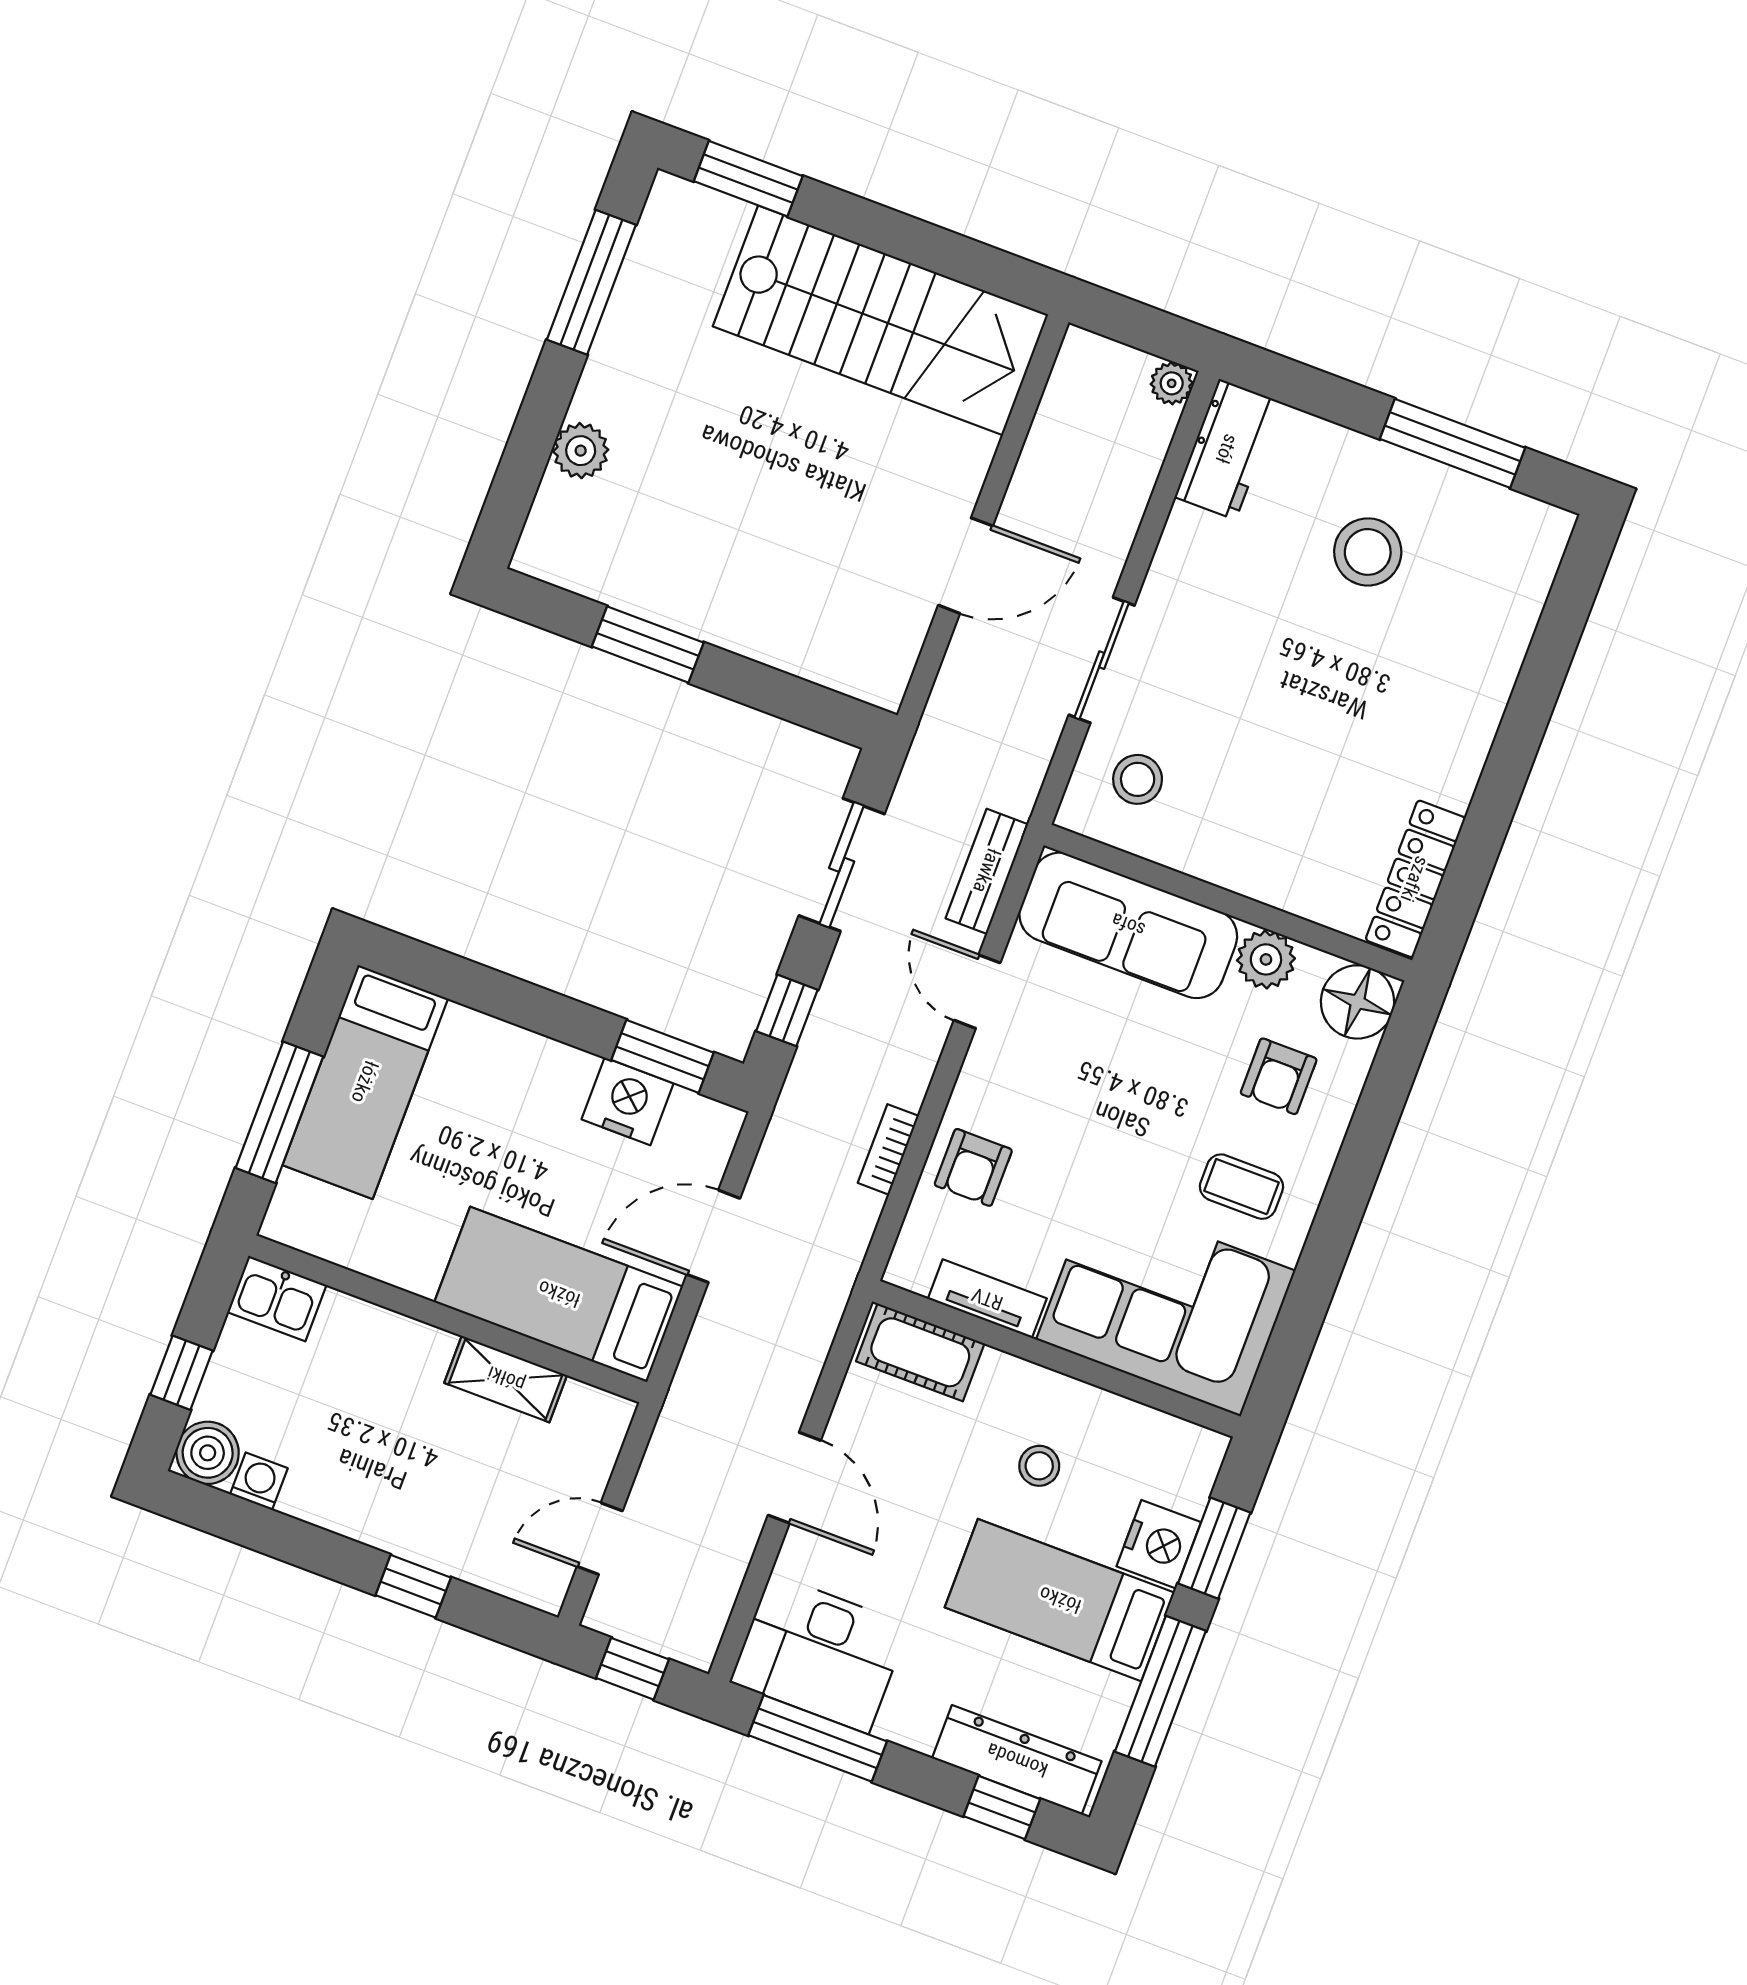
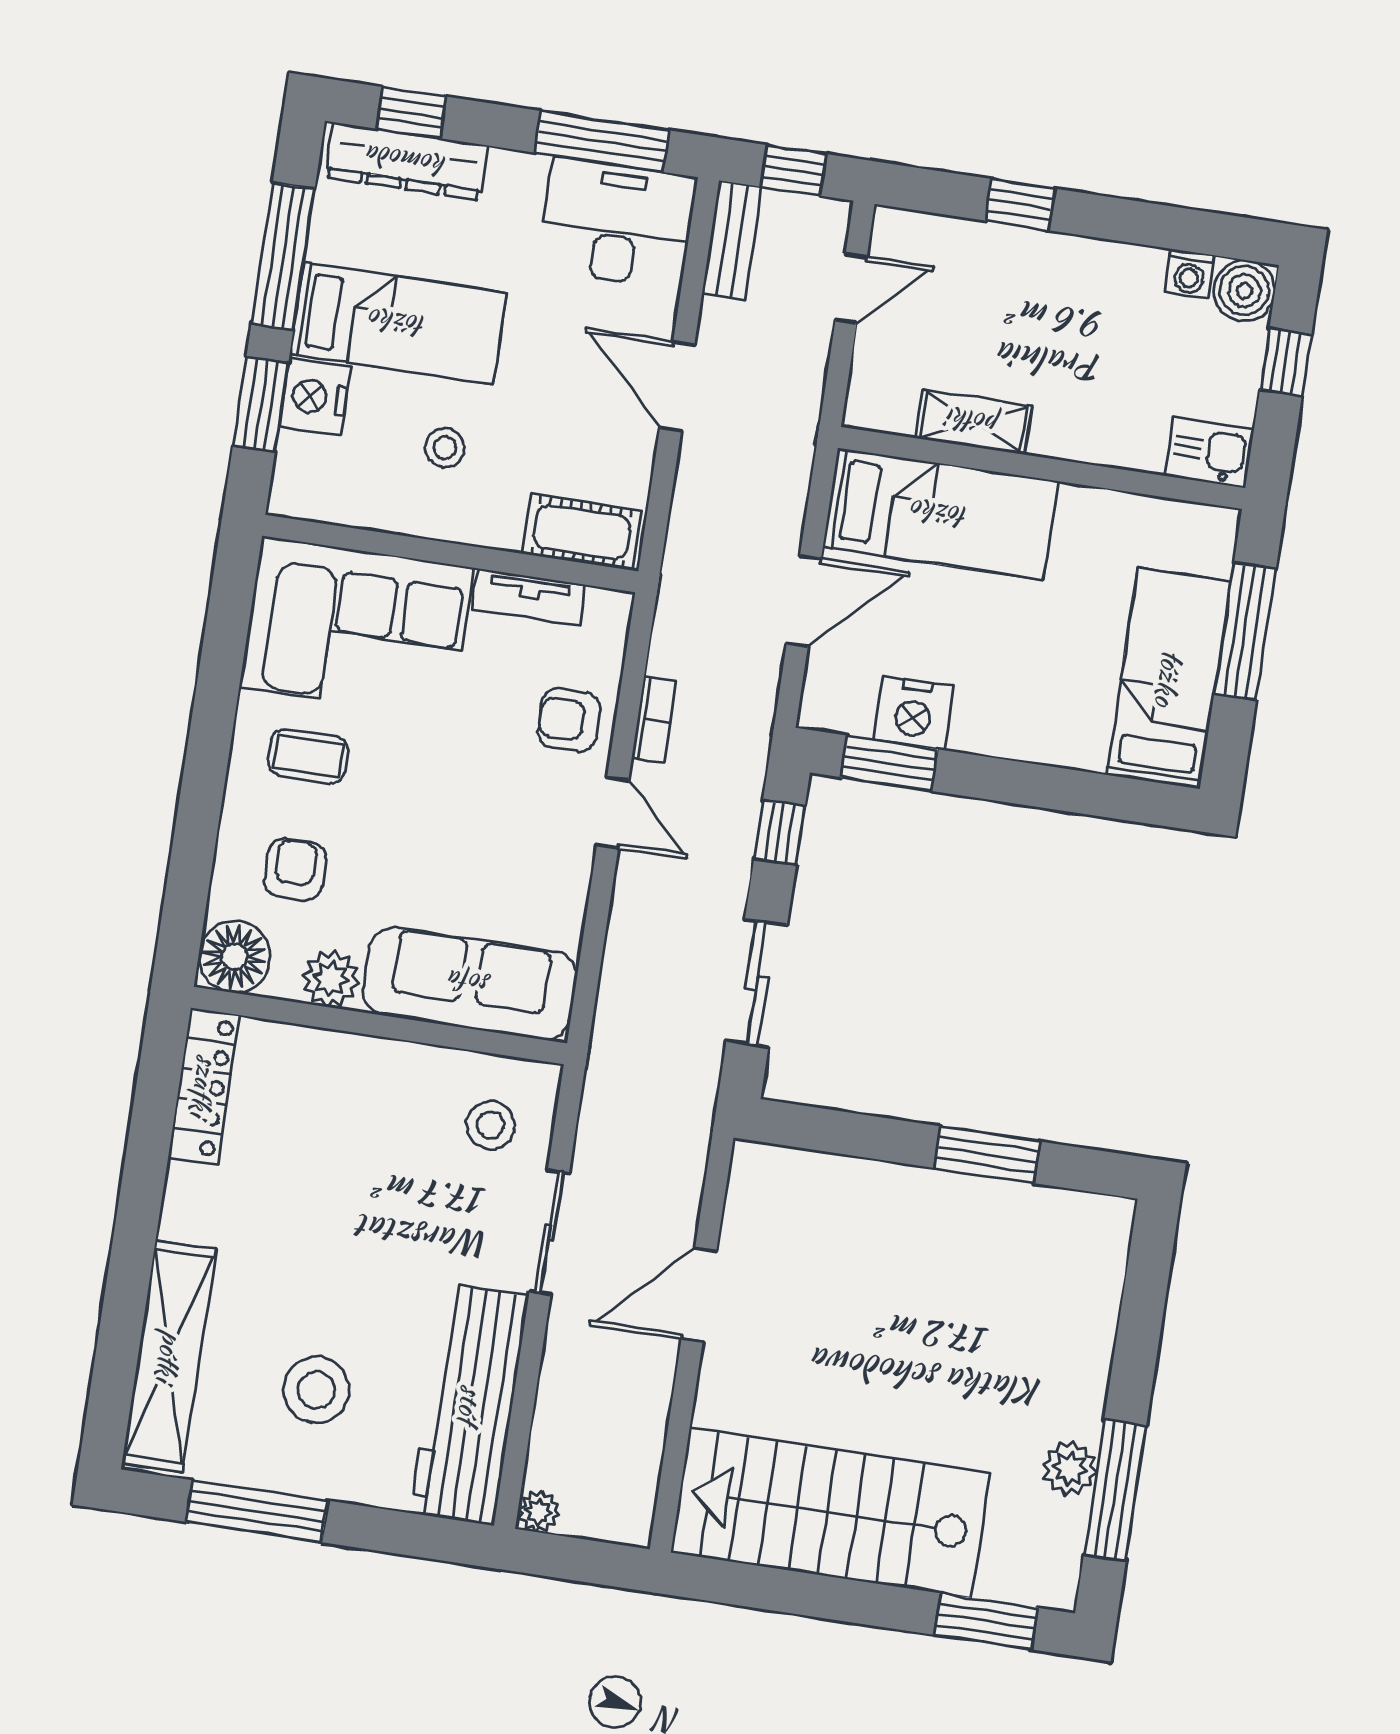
workbench: (1227, 449) -> (470, 1404), width x1.88, depth x1.32
plant: (581, 451) -> (1070, 1468), moved
shelving: (1508, 617) -> (169, 1356), added
bench: (987, 871) -> (732, 240), moved
door: (977, 992) -> (613, 813), moved
armchair: (973, 1167) -> (569, 720), turned -90

